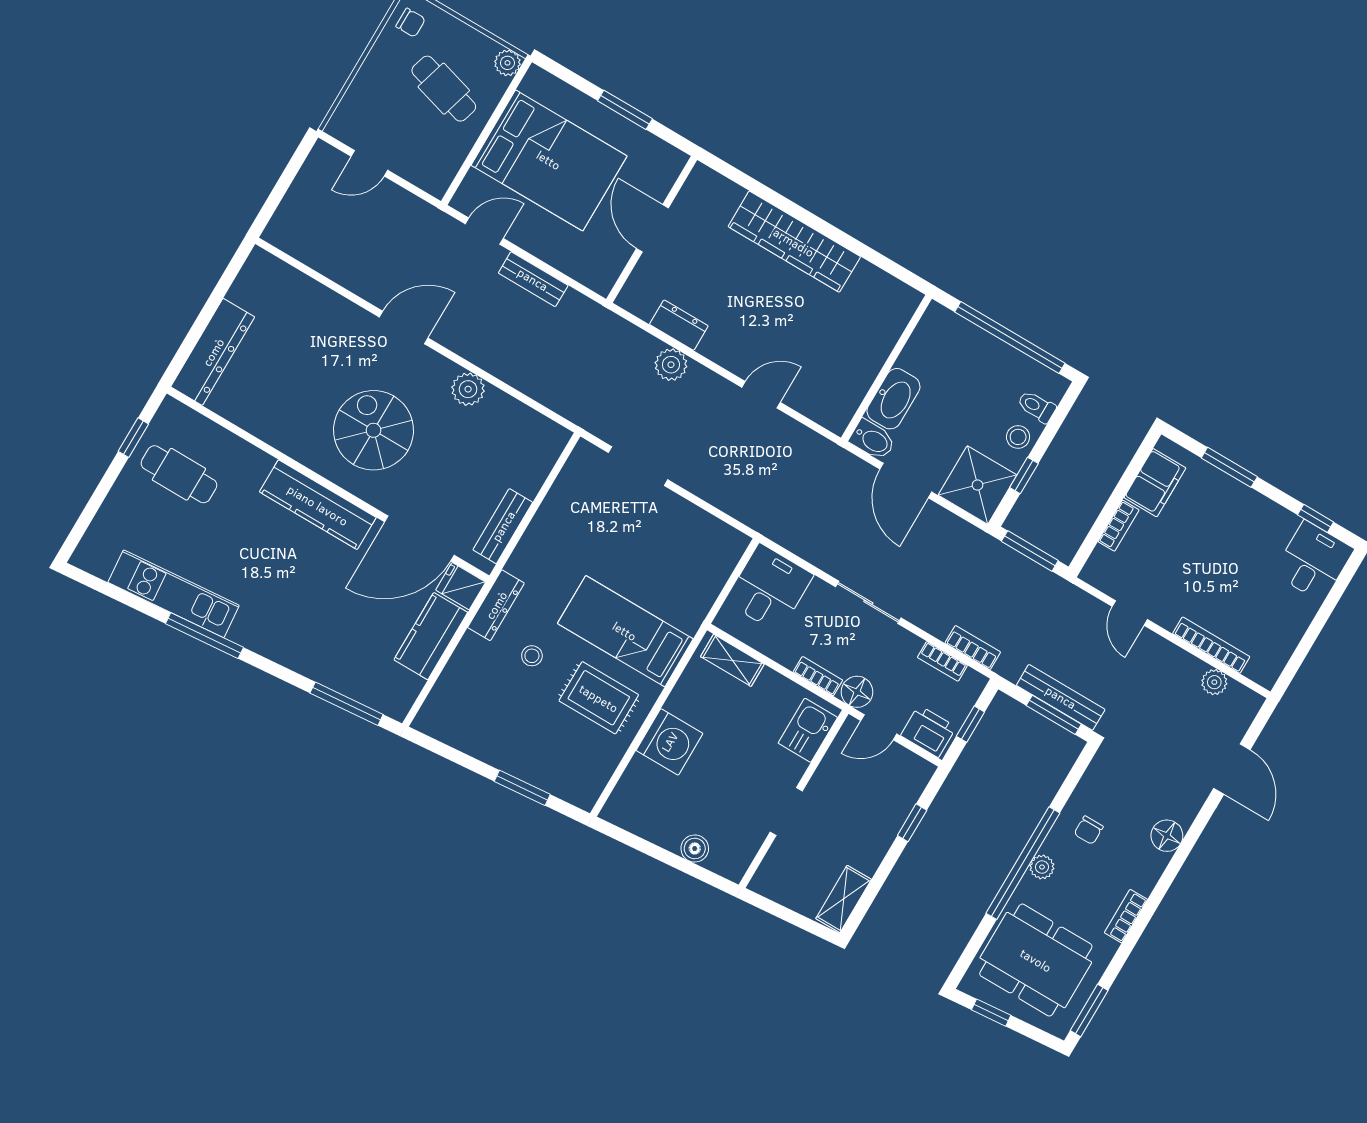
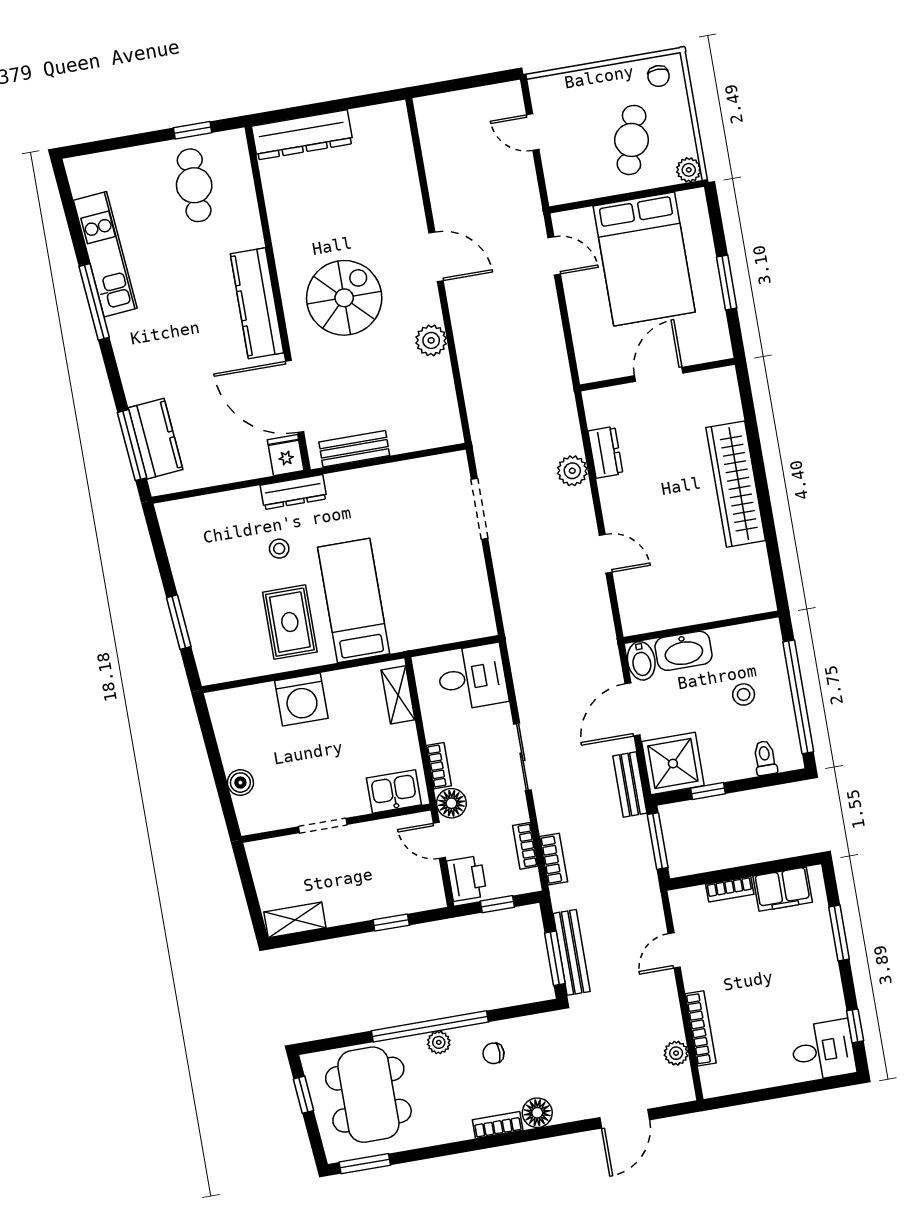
bench: (533, 279) -> (630, 785), moved
stool: (1018, 437) -> (744, 694), moved
kitchen counter: (431, 636) -> (155, 439), moved, turned 85
bookcase: (1126, 916) -> (498, 1125), moved

